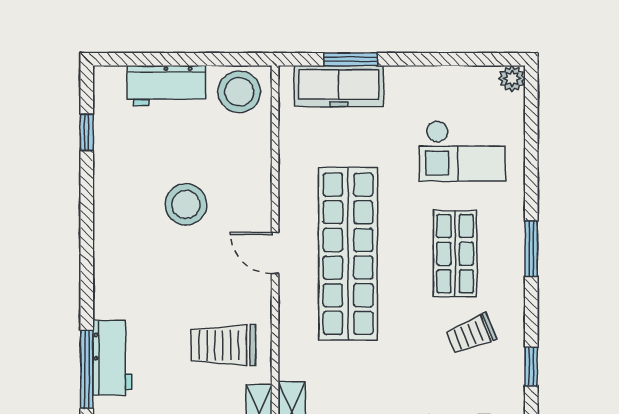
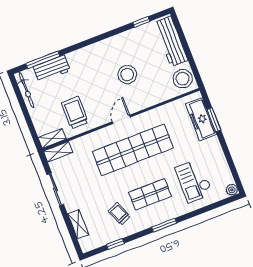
workbench: (166, 86) -> (171, 41), width x1.38

